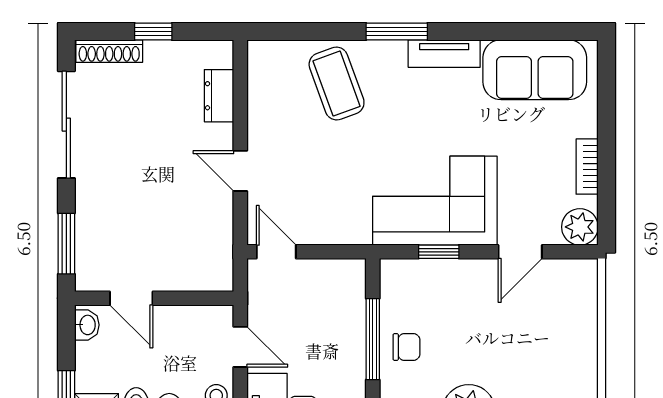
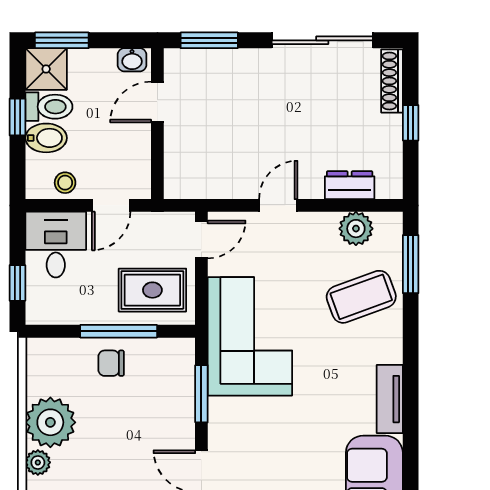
window: (397, 31) -> (411, 264), moved
plant: (265, 89) -> (356, 229), added
corner sofa: (435, 201) -> (250, 336), moved
window: (439, 252) -> (201, 394), width x1.50
rug: (329, 303) -> (152, 290), added
chair: (406, 347) -> (111, 363), turned 90

